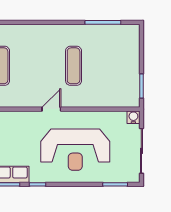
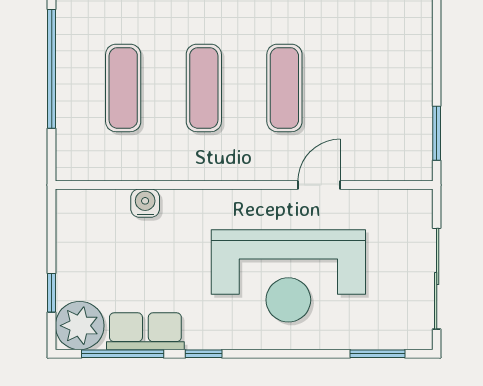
exercise mat: (38, 66) -> (204, 88), added
door: (51, 109) -> (319, 185), moved
water cooler: (133, 117) -> (145, 203), moved

